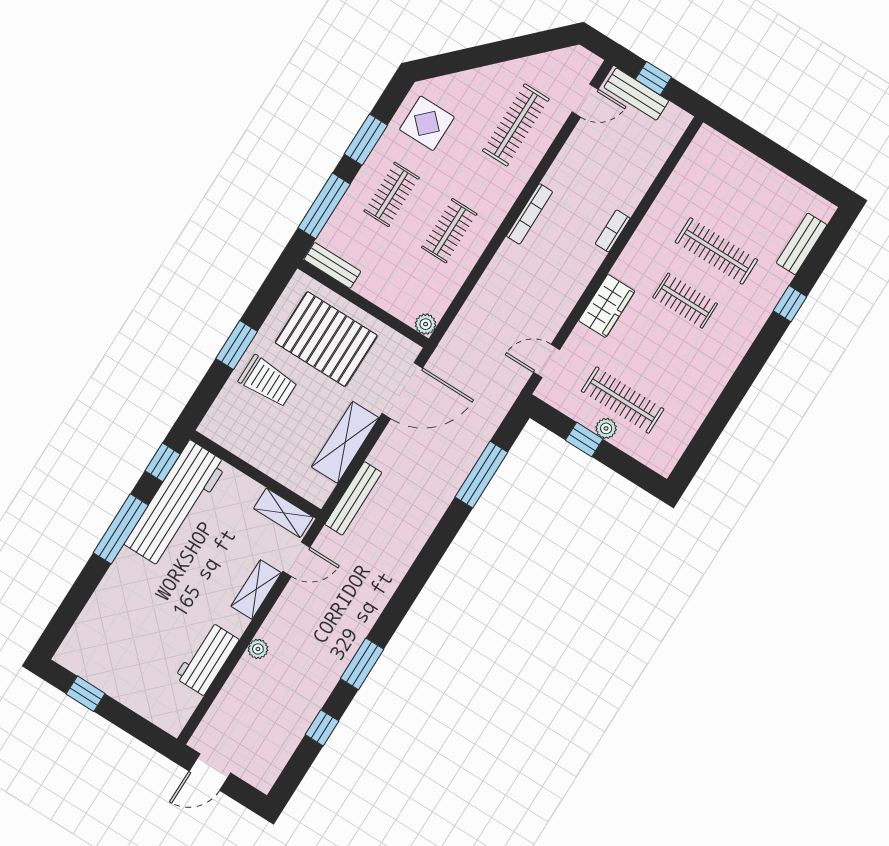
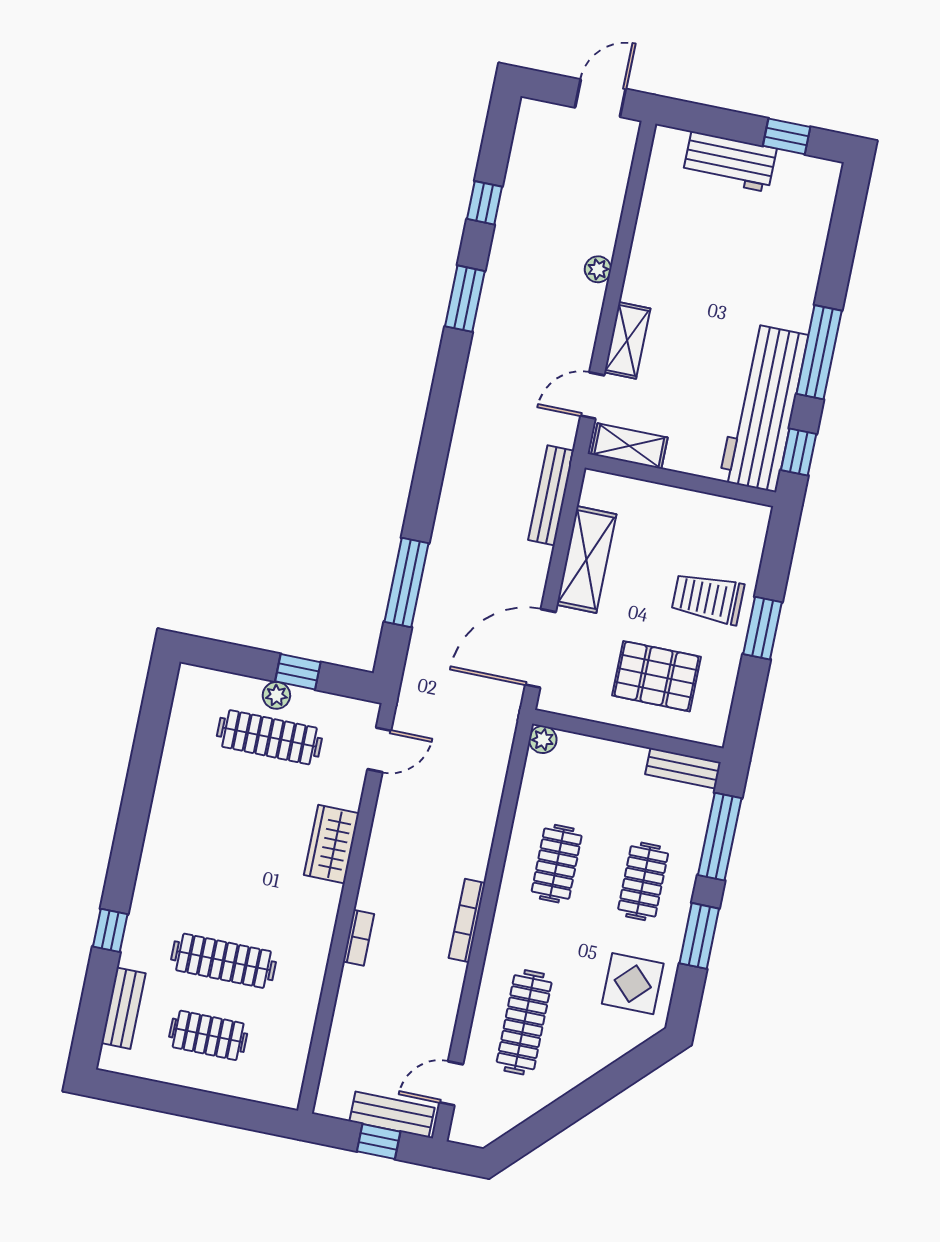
clothes rail: (685, 301) -> (208, 1035), moved
pallet: (326, 339) -> (656, 676), width x0.73, depth x0.71
workbench: (207, 659) -> (730, 162), moved, turned 90

